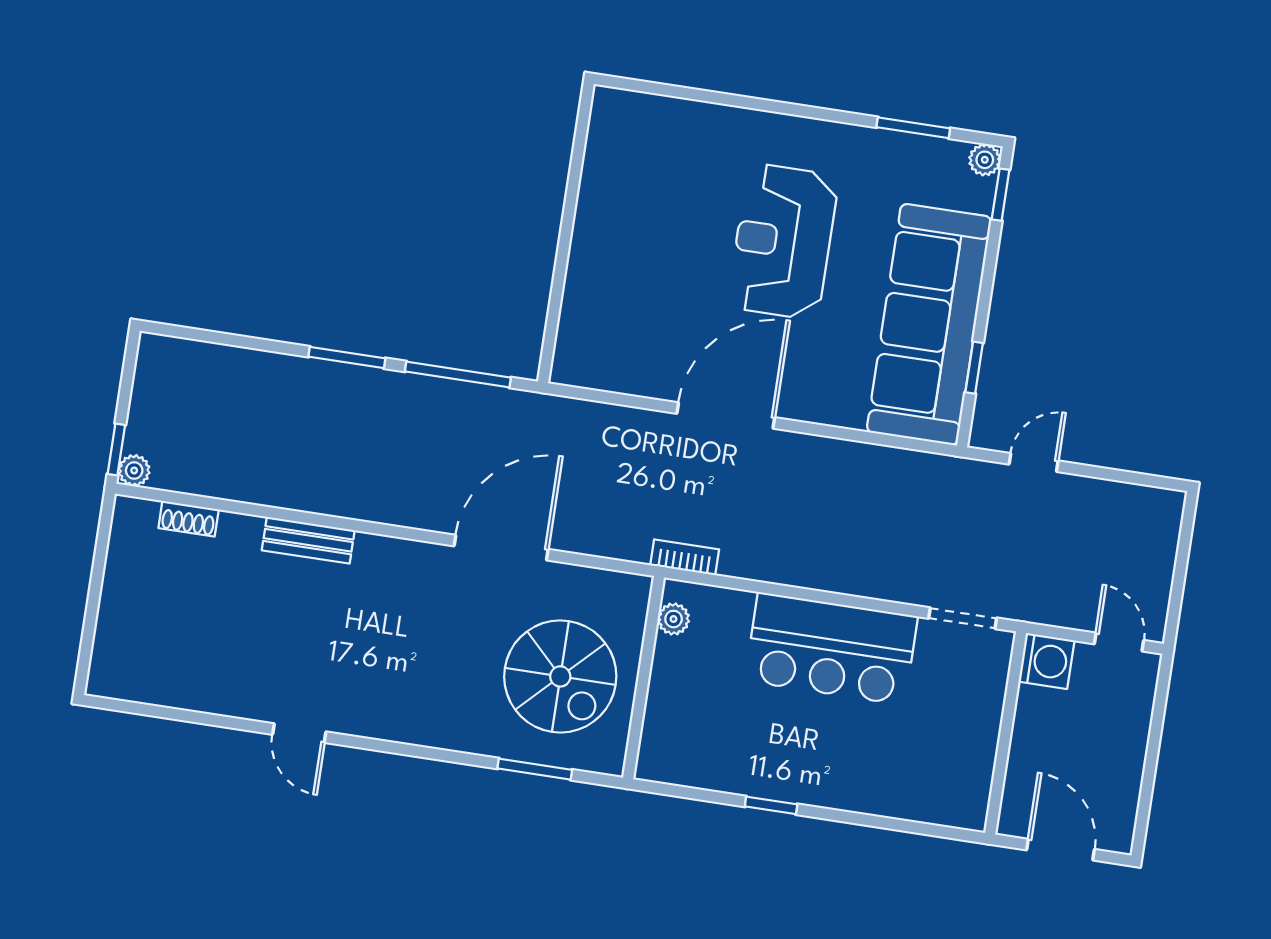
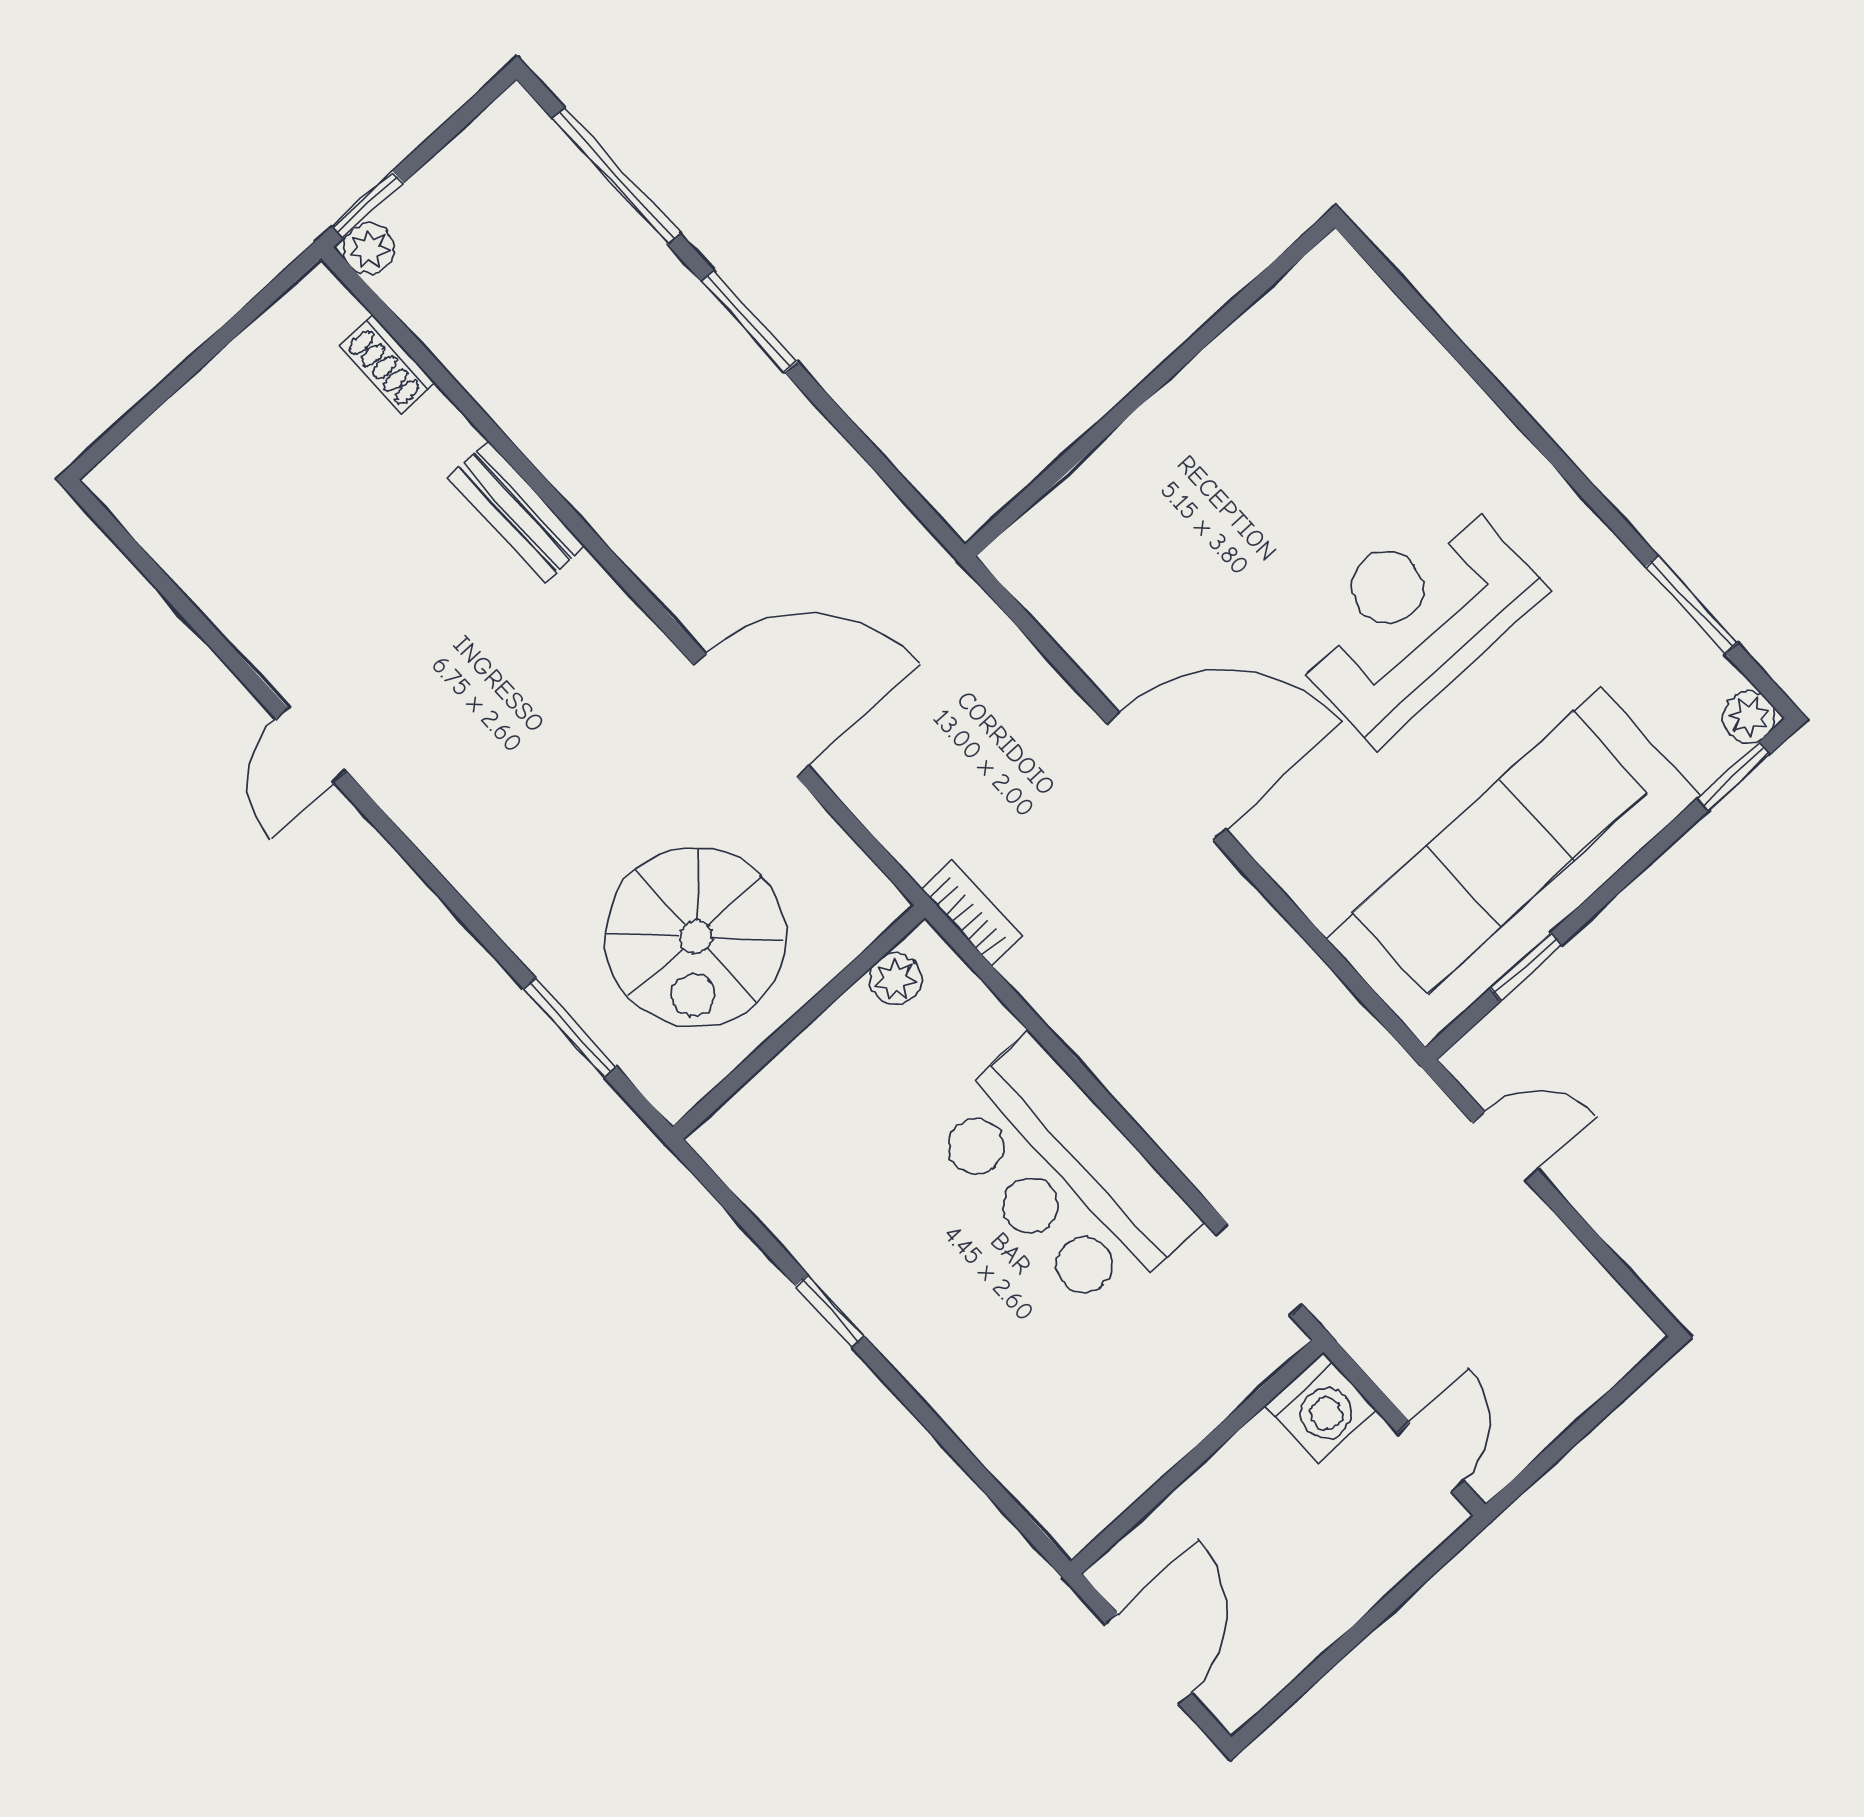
window: (458, 374) -> (616, 176), moved

